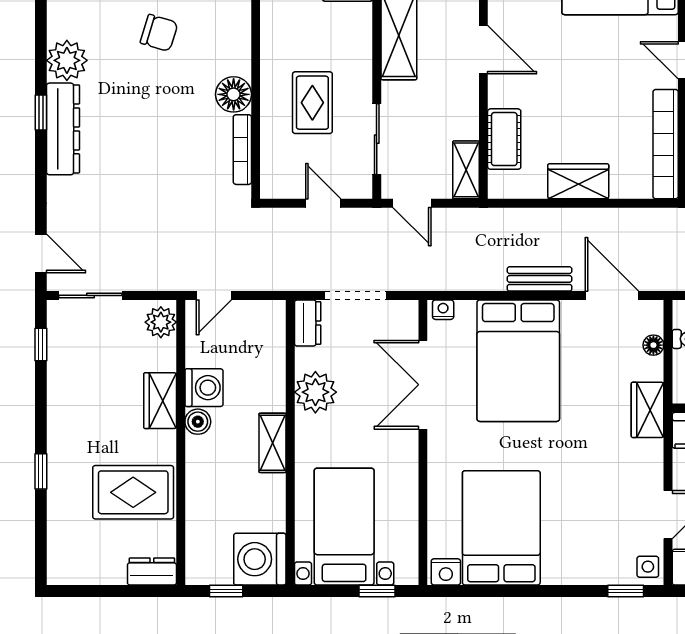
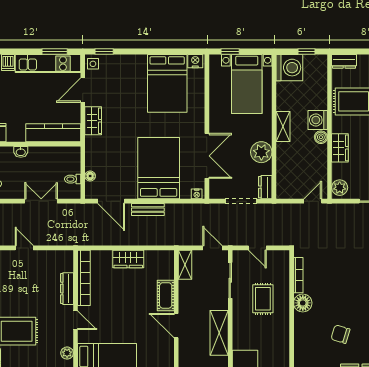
cot: (504, 139) -> (166, 295), moved
washing machine: (204, 388) -> (318, 120), moved
wardrobe: (647, 410) -> (93, 121), moved

